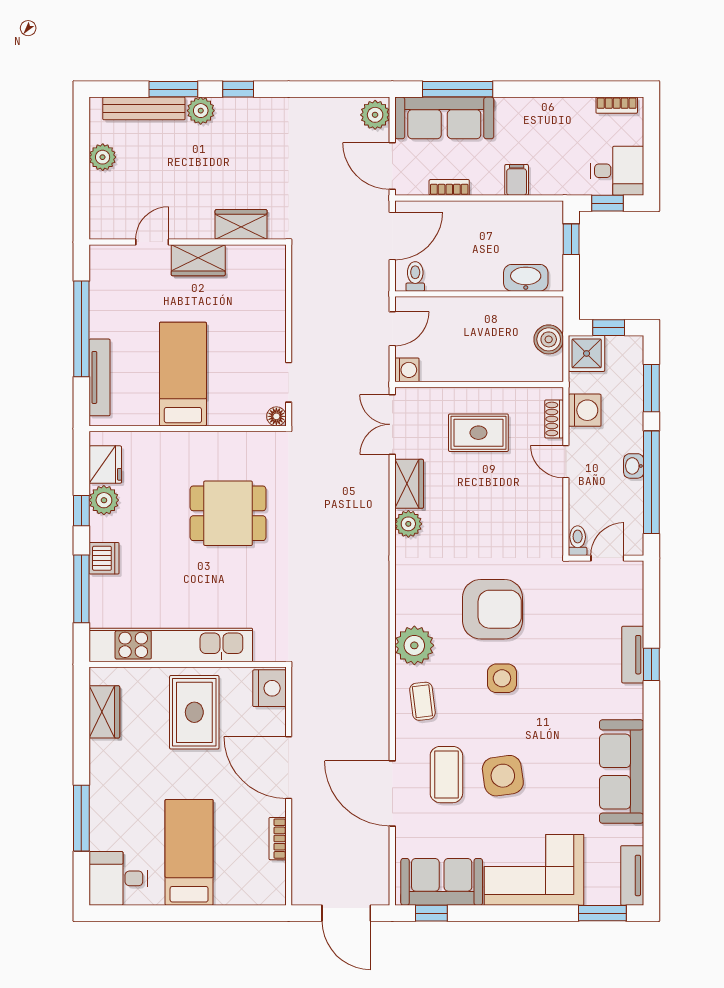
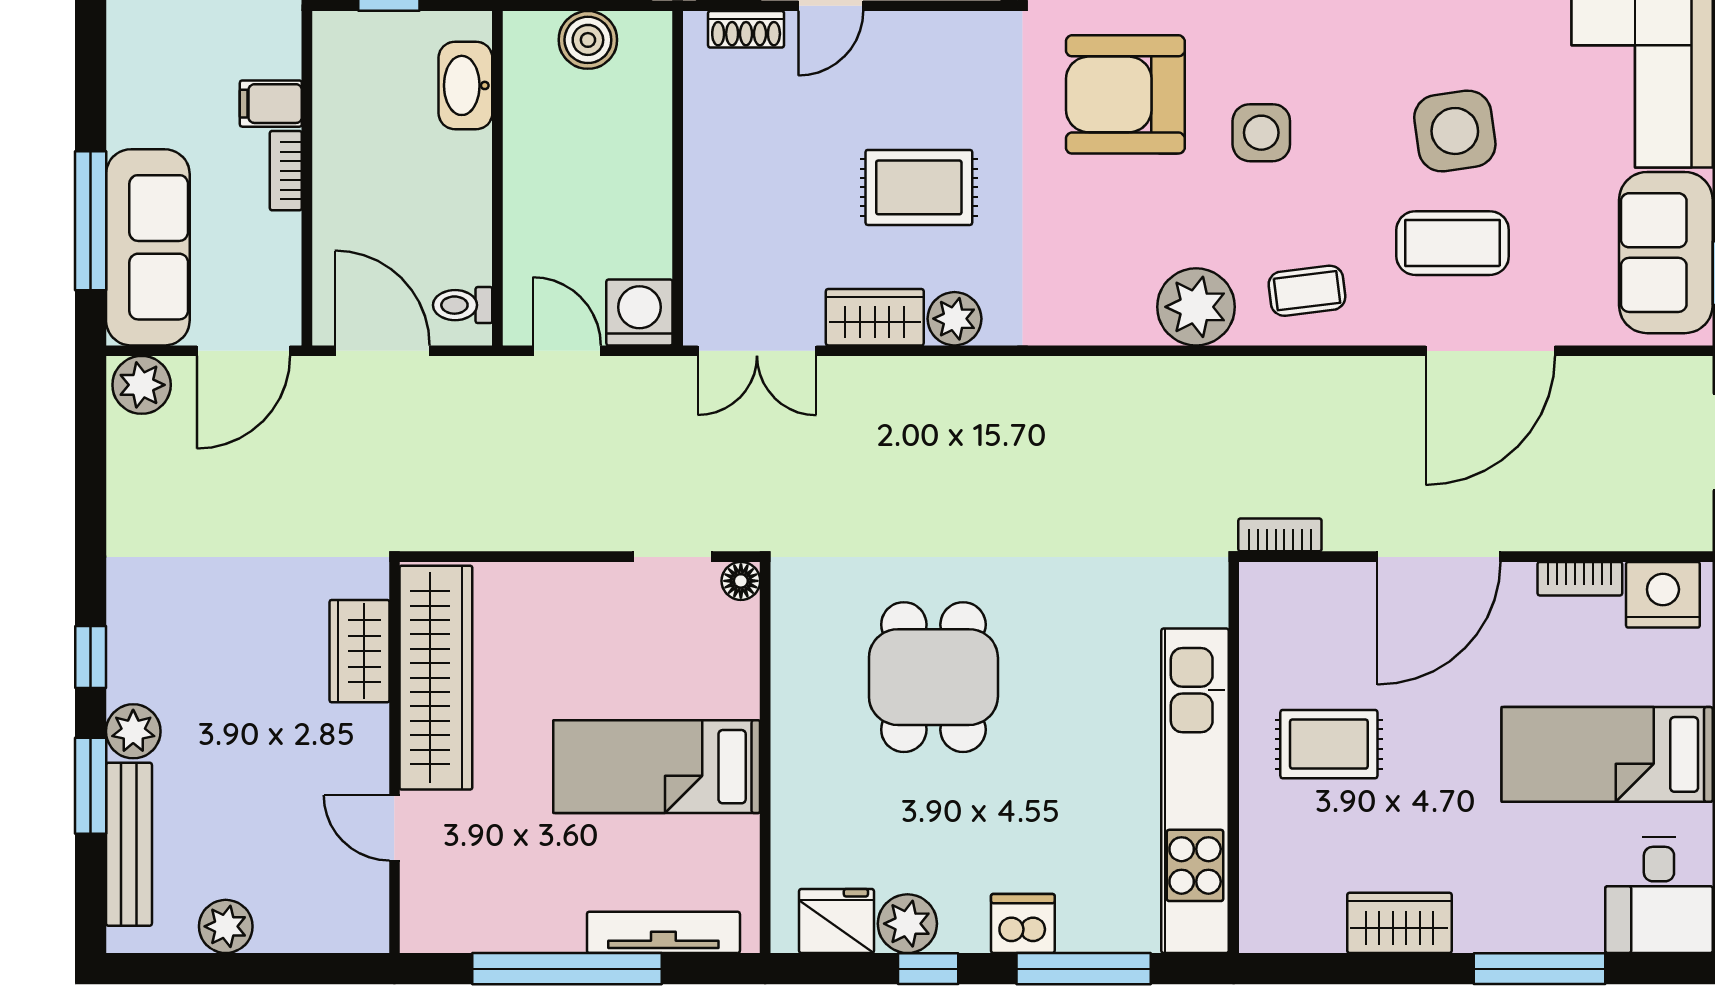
bookcase: (449, 187) -> (286, 171), moved
wardrobe: (198, 260) -> (436, 678), width x2.10, depth x1.17
washing machine: (407, 370) -> (639, 312), width x1.38, depth x1.38
rug: (478, 433) -> (919, 187), moved, turned 90
armchair: (493, 609) -> (1125, 94), moved, turned -90
nightstand: (269, 688) -> (1663, 595), moved
bookcase: (300, 688) -> (1280, 535), added
wardrobe: (104, 712) -> (1399, 923), moved
rug: (194, 712) -> (1329, 744), width x0.73, depth x0.70

